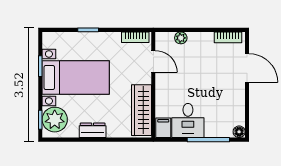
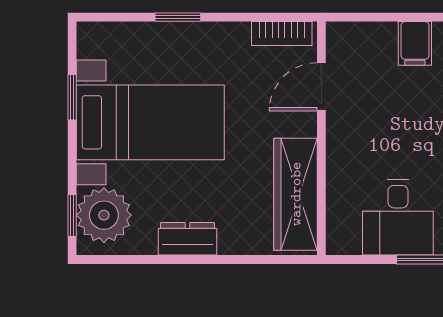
plant: (181, 38) -> (382, 35), removed
door: (153, 61) -> (321, 87), swing flipped
filing cabinet: (163, 128) -> (415, 43), moved, turned 180

